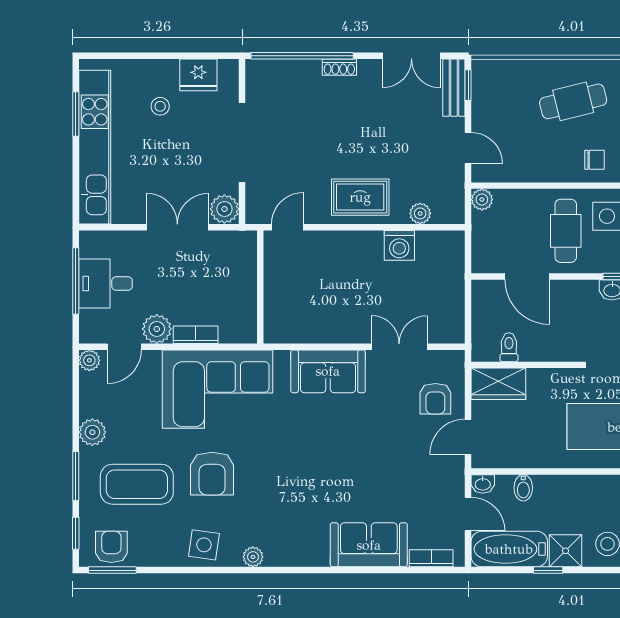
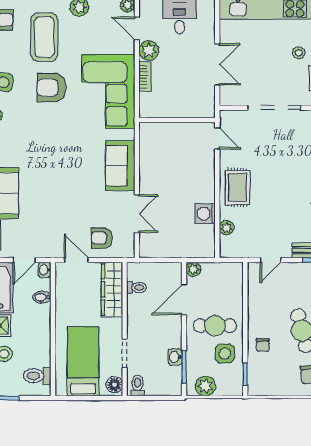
plant: (482, 200) -> (193, 269), moved
plant: (224, 209) -> (230, 96), removed
wardrobe: (498, 384) -> (112, 290), width x1.50

